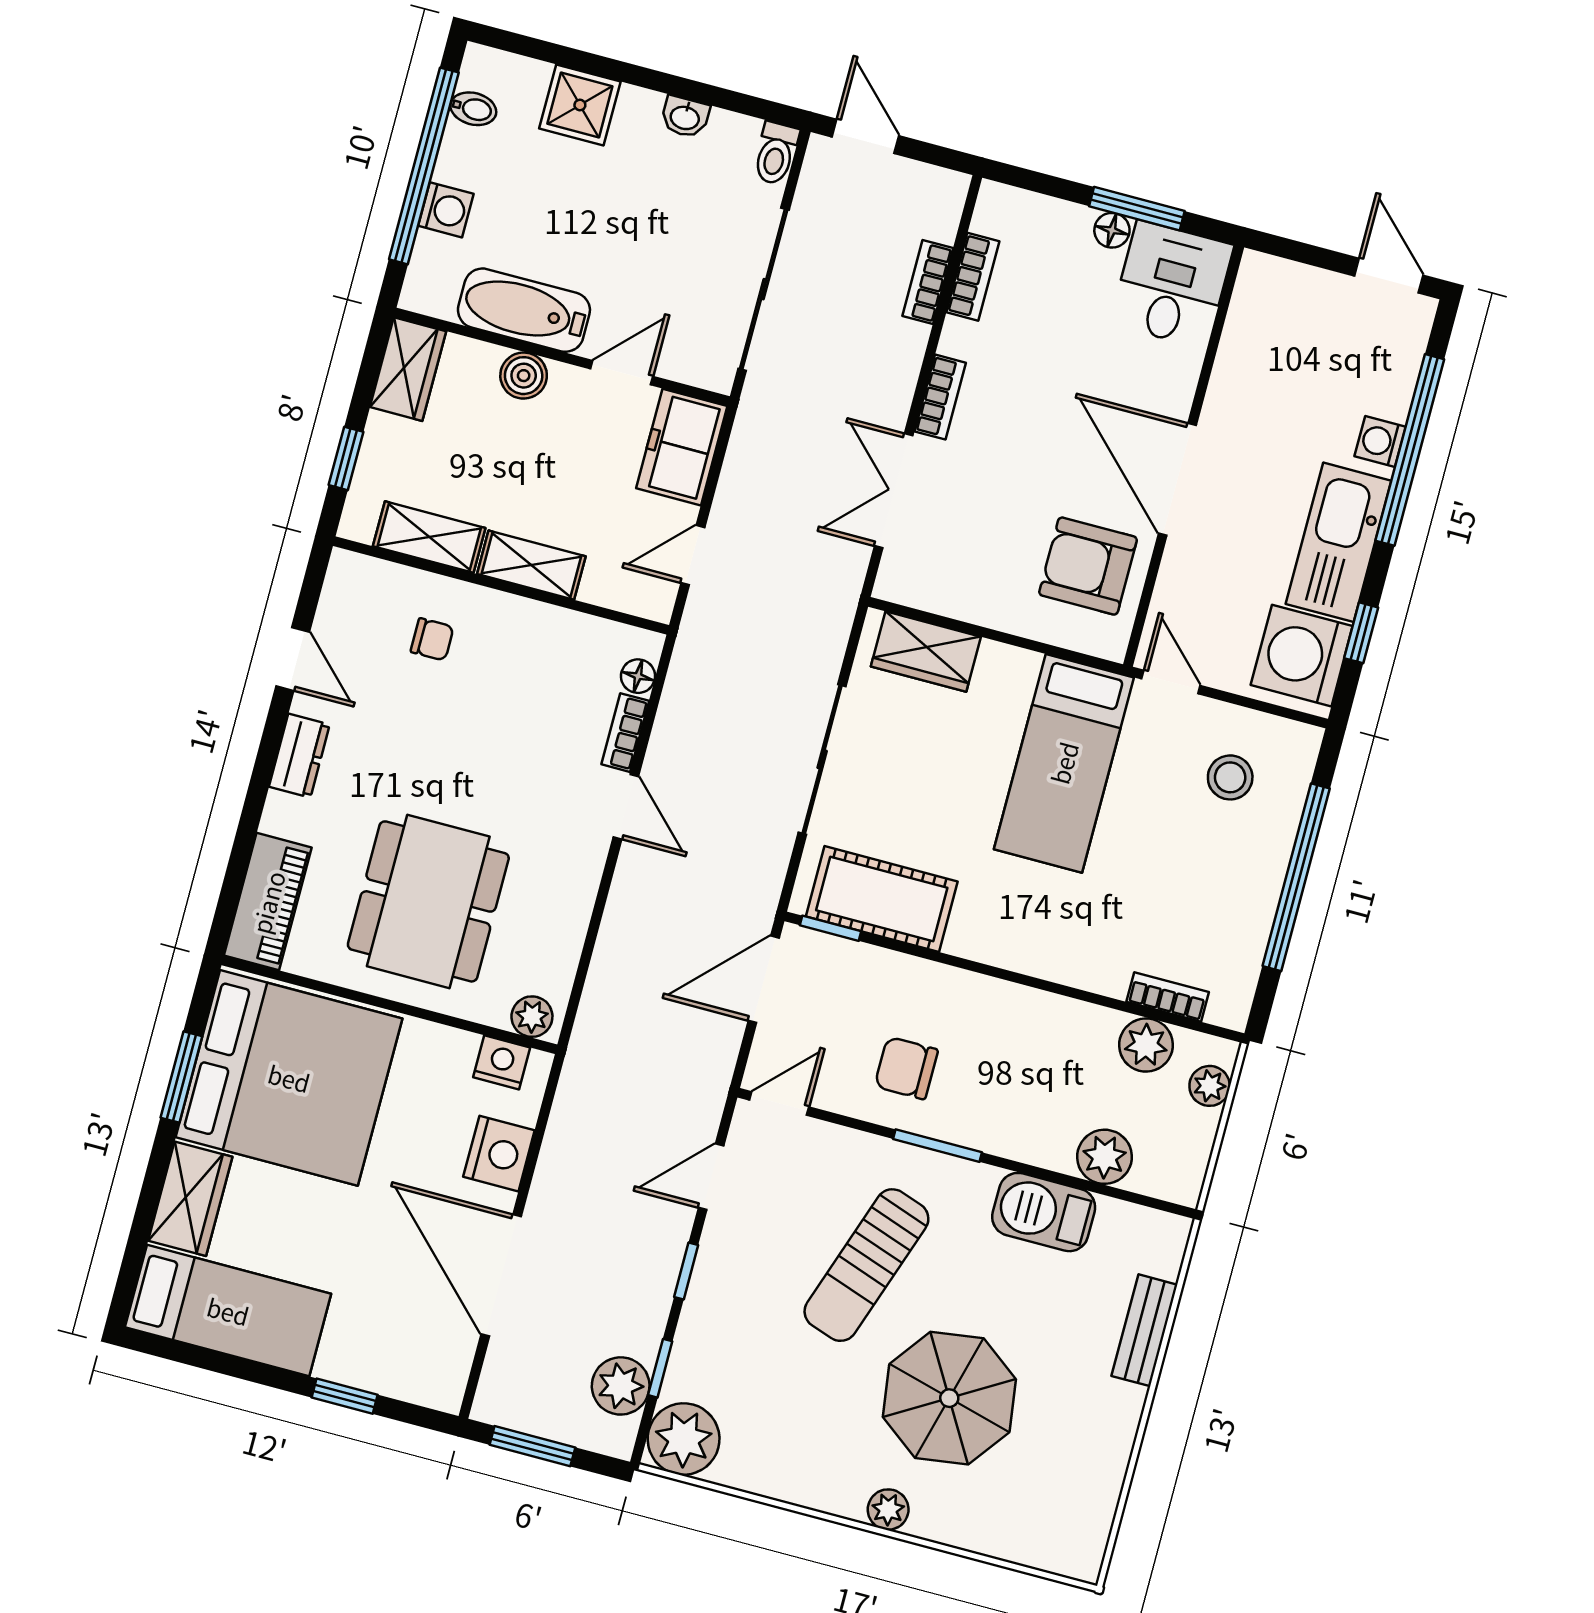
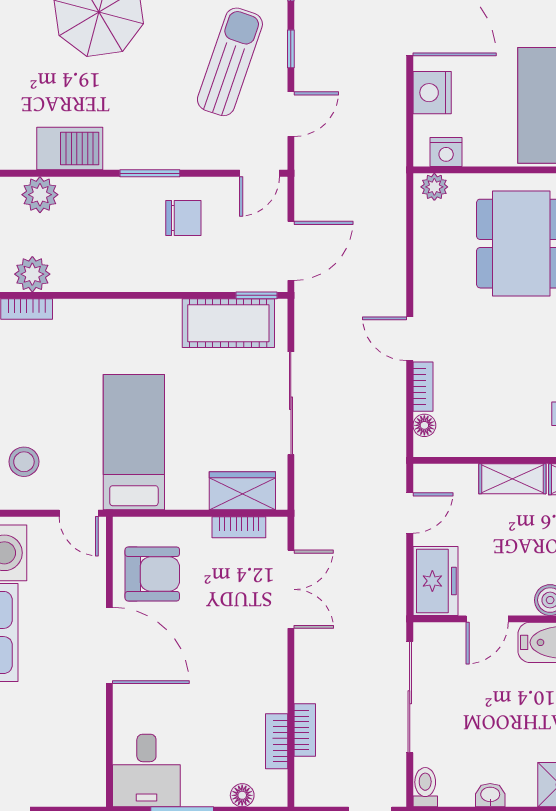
floor lamp: (1112, 230) -> (242, 795), moved
bookcase: (940, 397) -> (239, 527), moved, turned -90
sun lounger: (866, 1265) -> (230, 62), moved

